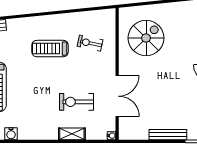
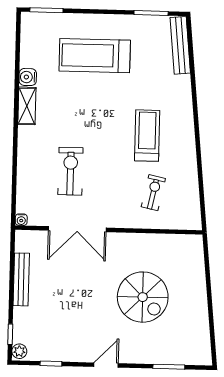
spiral stairs: (146, 38) -> (143, 297), moved
shelving: (72, 134) -> (27, 106), moved
bench: (168, 135) -> (21, 279), moved

